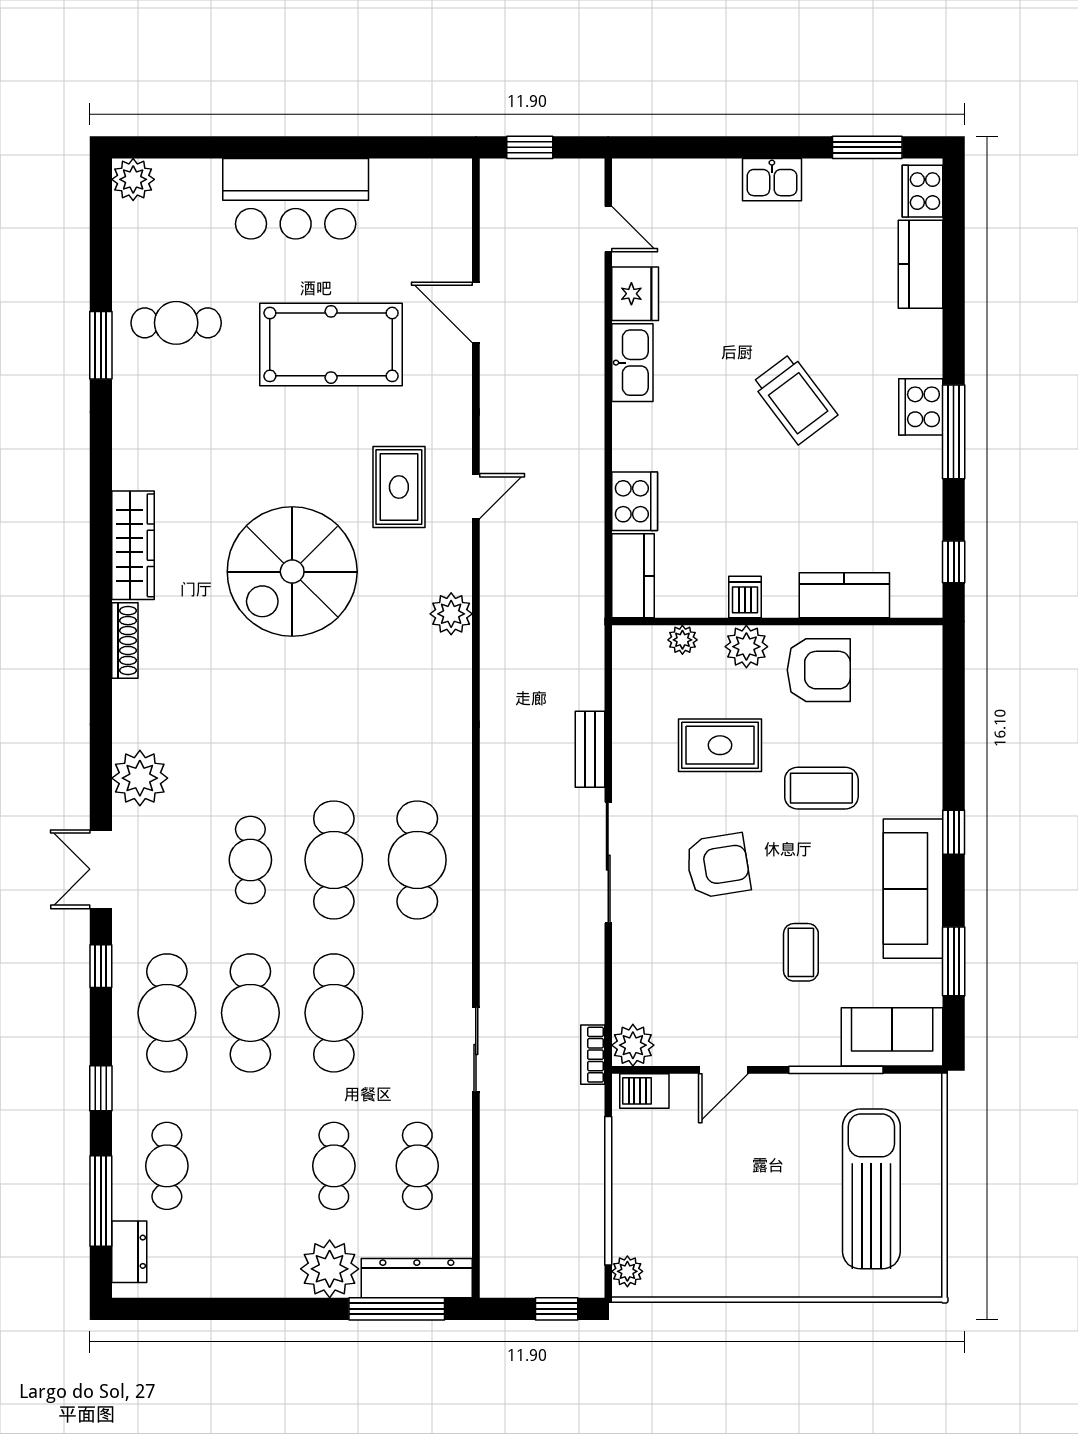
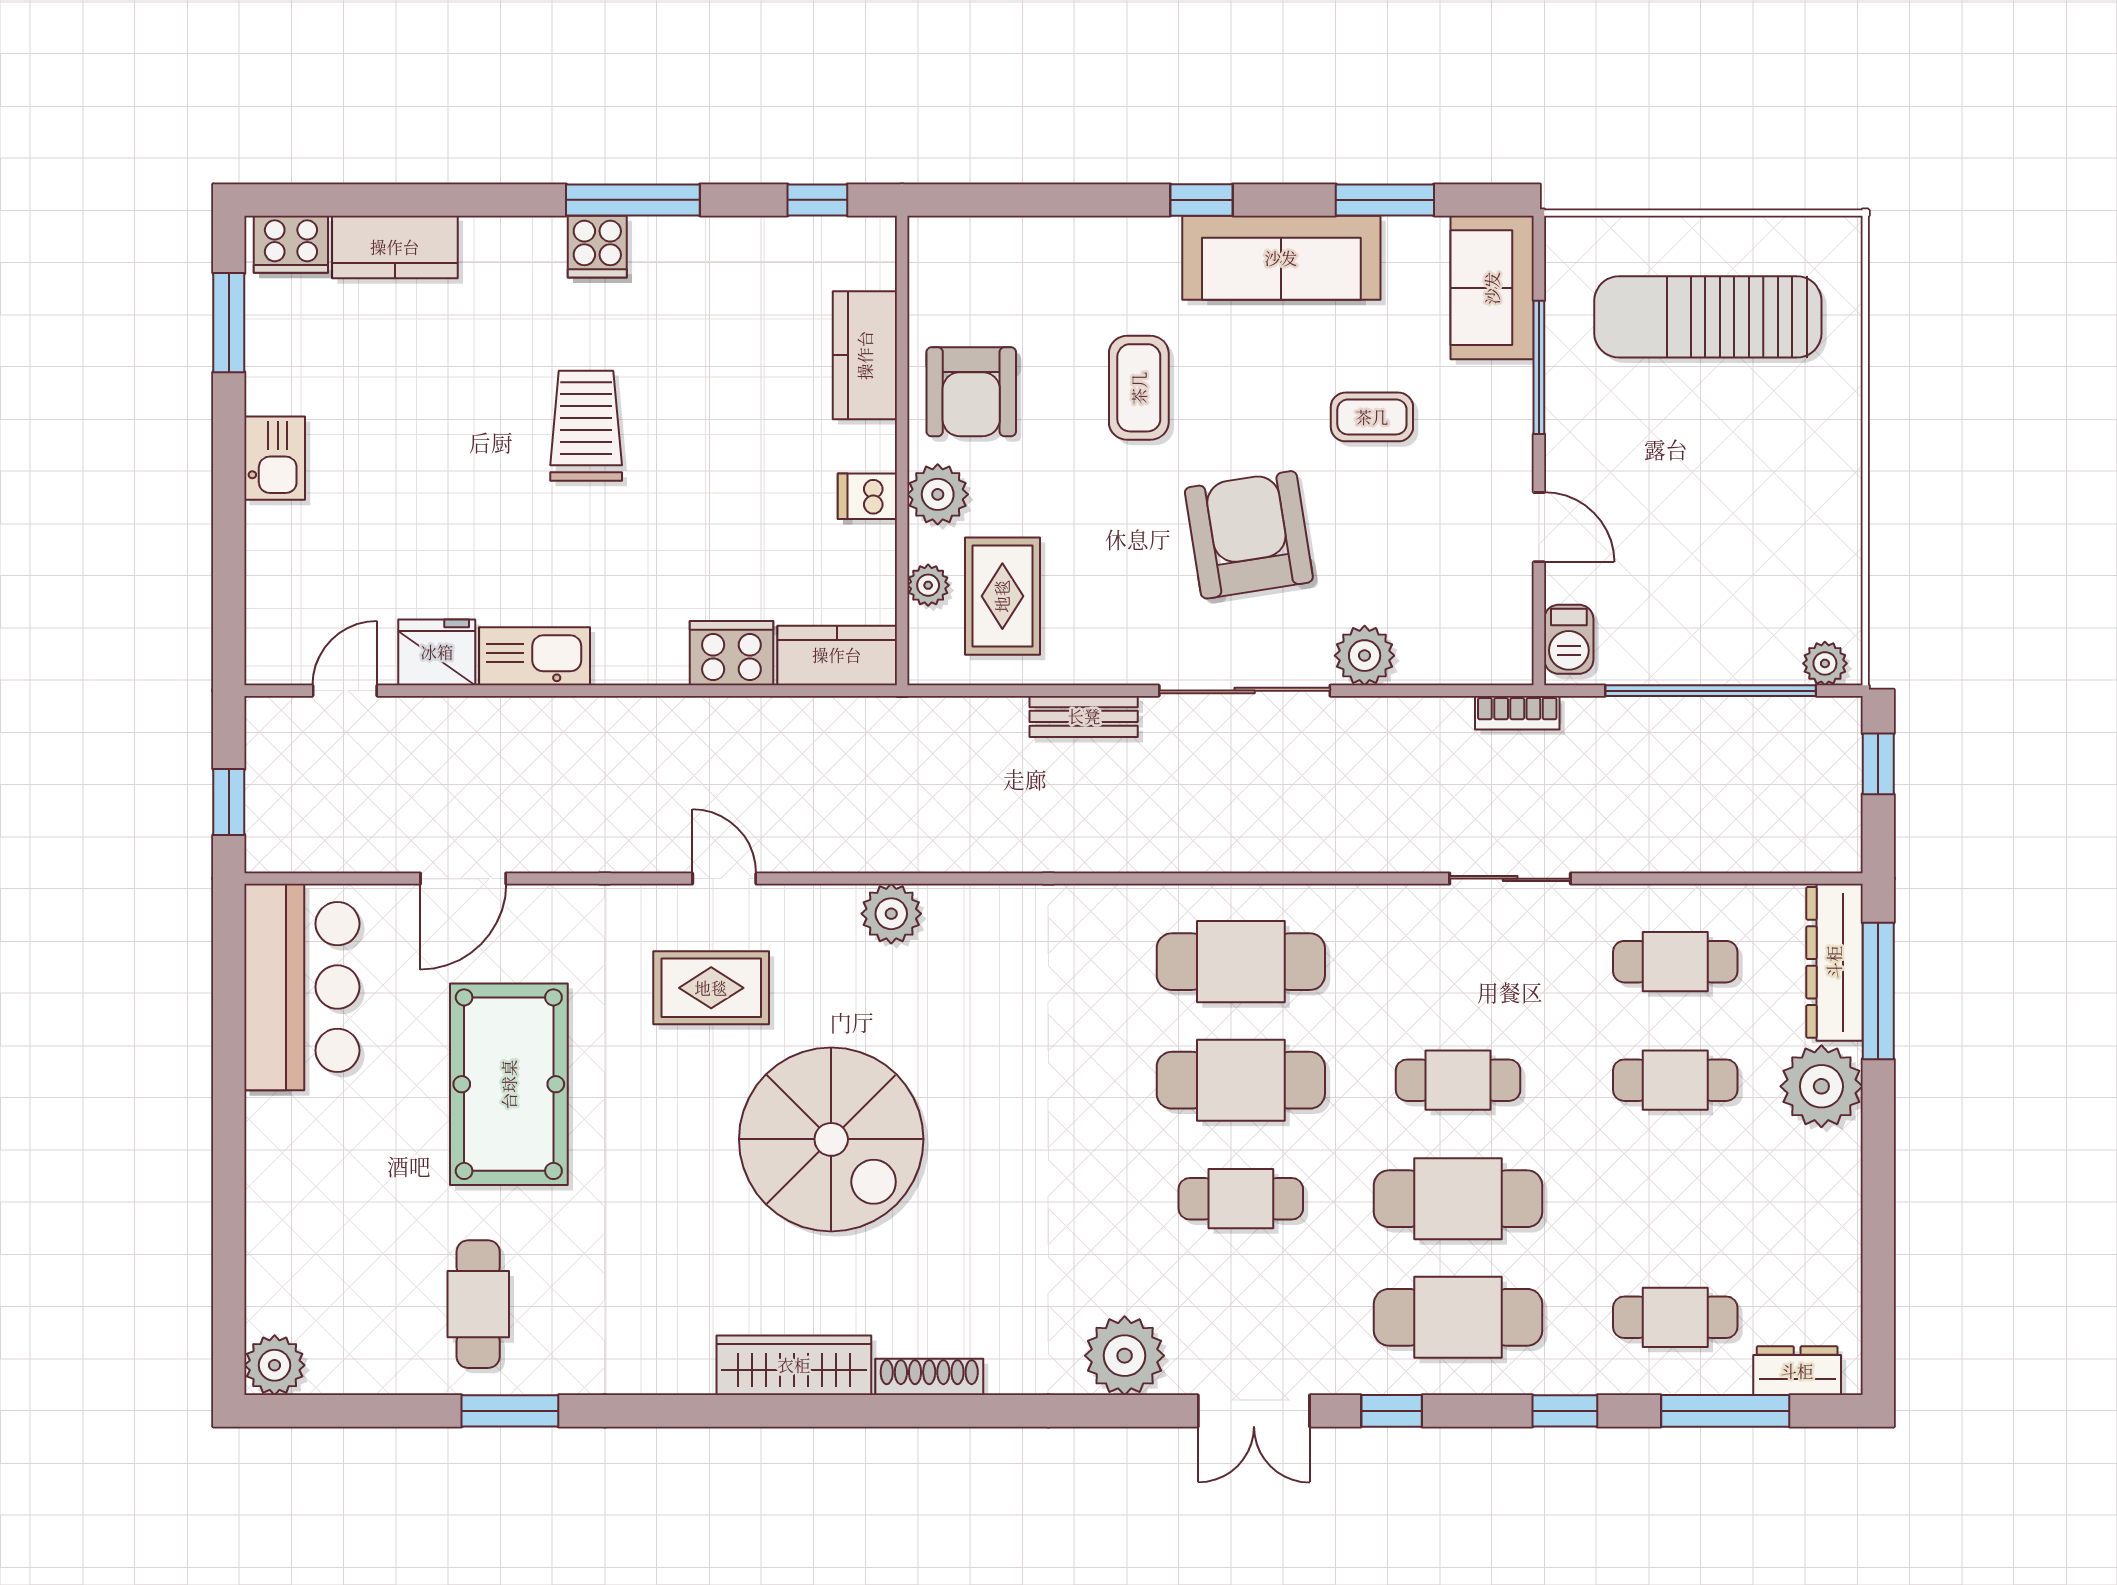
bar counter: (296, 199) -> (302, 987), moved
trolley: (795, 399) -> (586, 426), turned -53
cooker: (921, 407) -> (597, 247), width x0.73
armchair: (819, 670) -> (971, 392), turned 180
rug: (720, 745) -> (1002, 596), moved
armchair: (718, 866) -> (1249, 535), width x1.36, depth x1.36
cafe table: (334, 1013) -> (1458, 1080), width x0.73, depth x0.74
plant: (633, 1045) -> (1365, 656), moved

